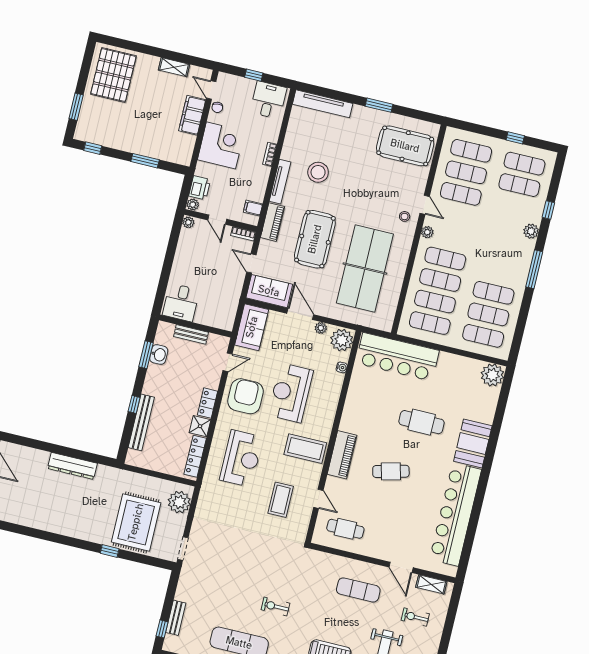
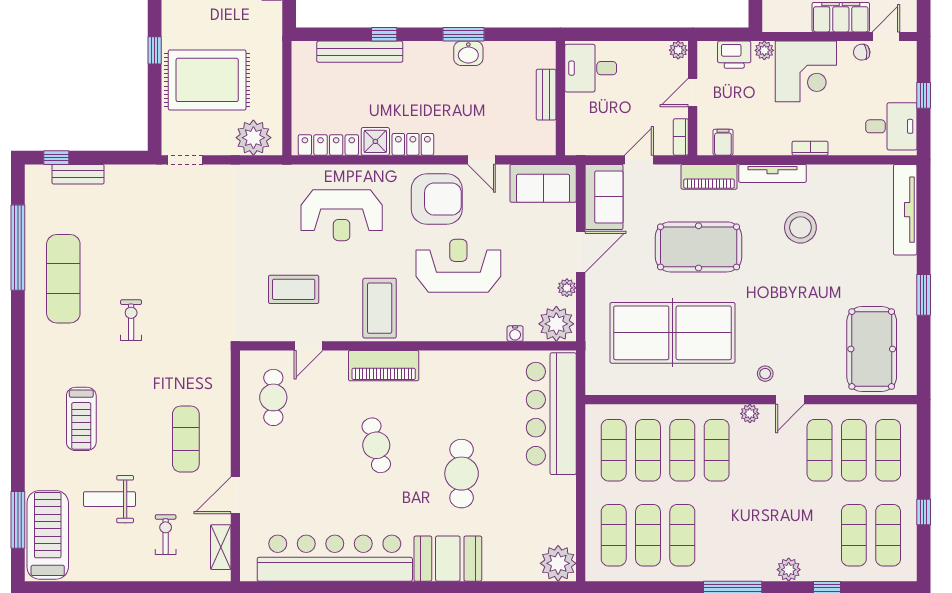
plant: (193, 205) -> (764, 50), moved
desk: (181, 302) -> (591, 68), moved
wall: (195, 326) -> (560, 98), moved
bench: (191, 334) -> (546, 95), moved

